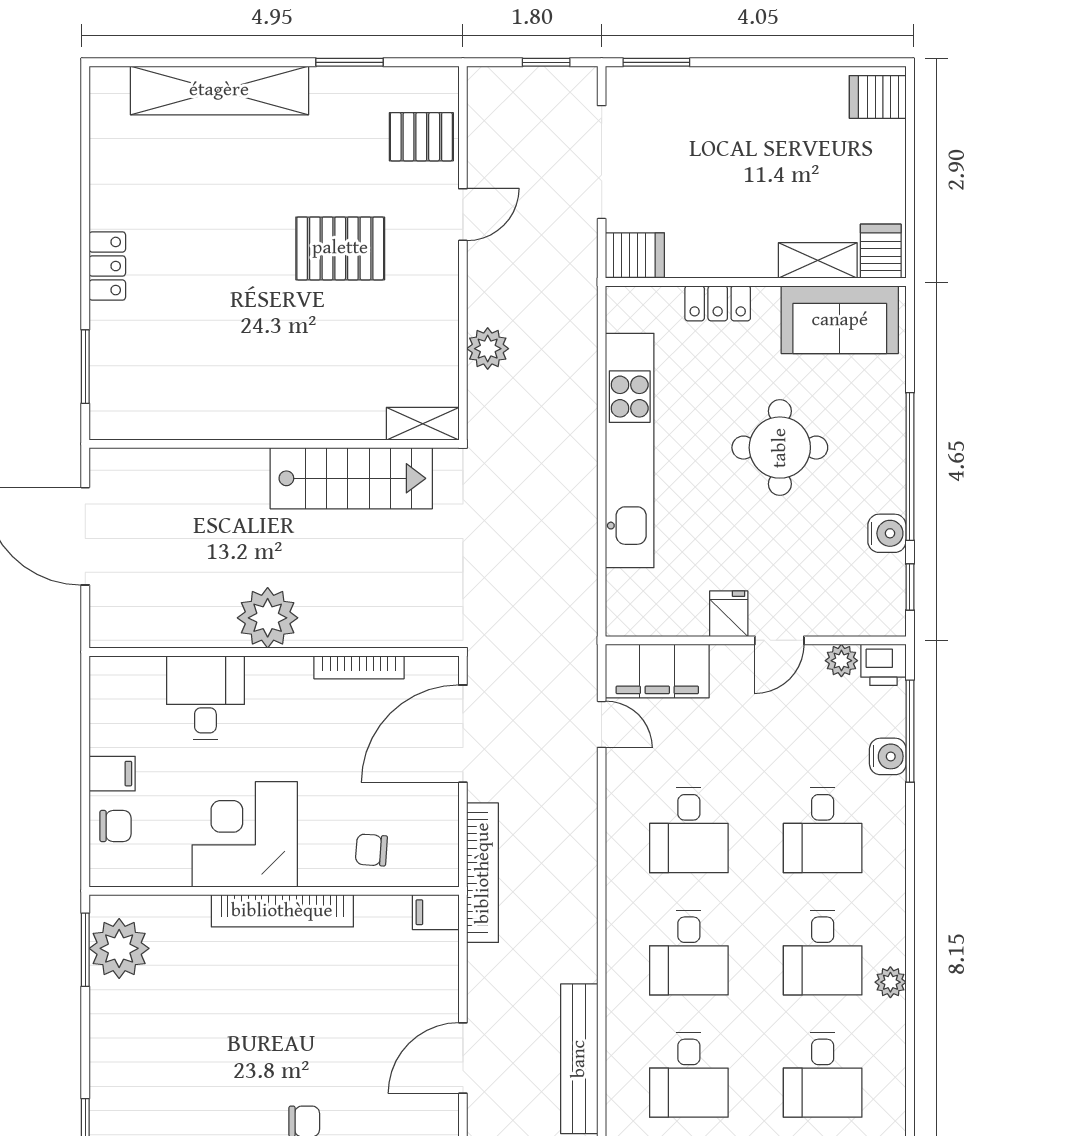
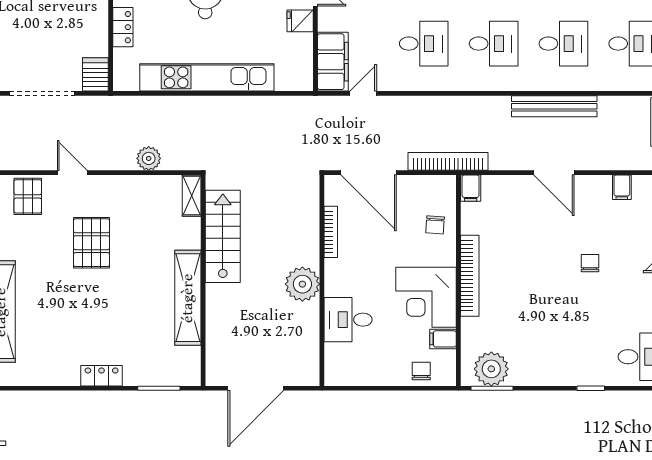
shelving: (244, 417) -> (188, 298), added
filing cabinet: (112, 774) -> (443, 339), moved, turned -90

